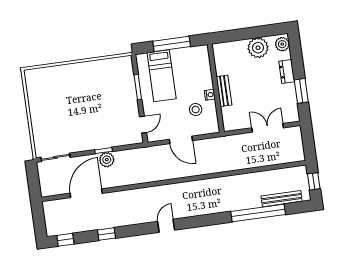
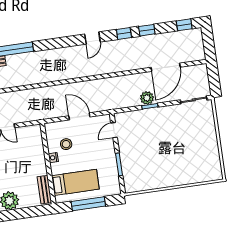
bed: (162, 76) -> (75, 182), moved, turned 90
bench: (224, 91) -> (44, 190), moved
window: (132, 231) -> (124, 33), added

